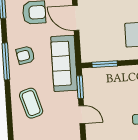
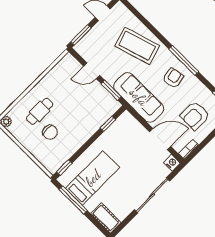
window: (105, 64) -> (108, 124), width x0.67
coffee table: (31, 103) -> (137, 46), width x1.36, depth x1.32

